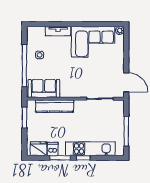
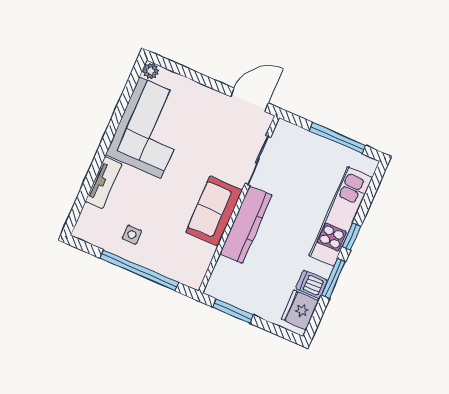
sofa: (44, 89) -> (214, 211), moved
kitchen counter: (55, 106) -> (246, 224), moved

